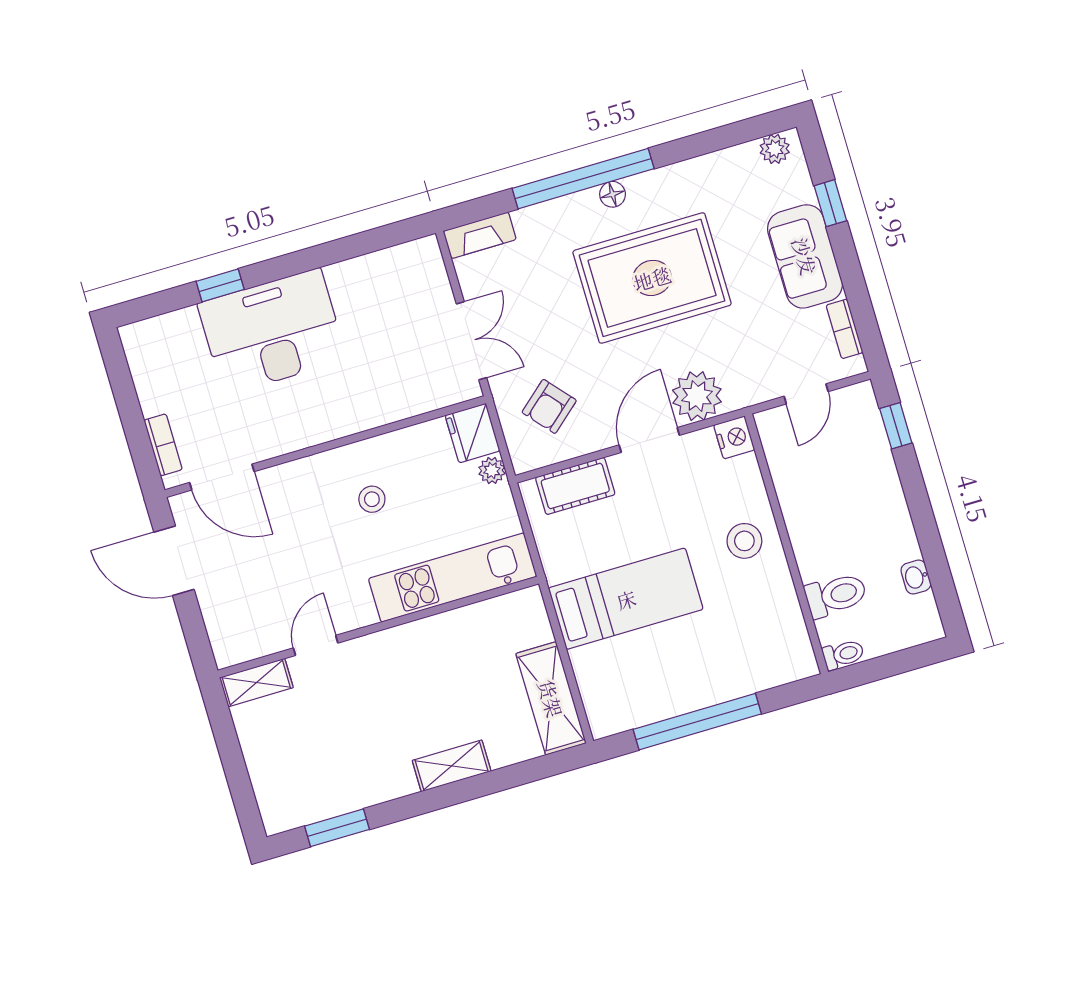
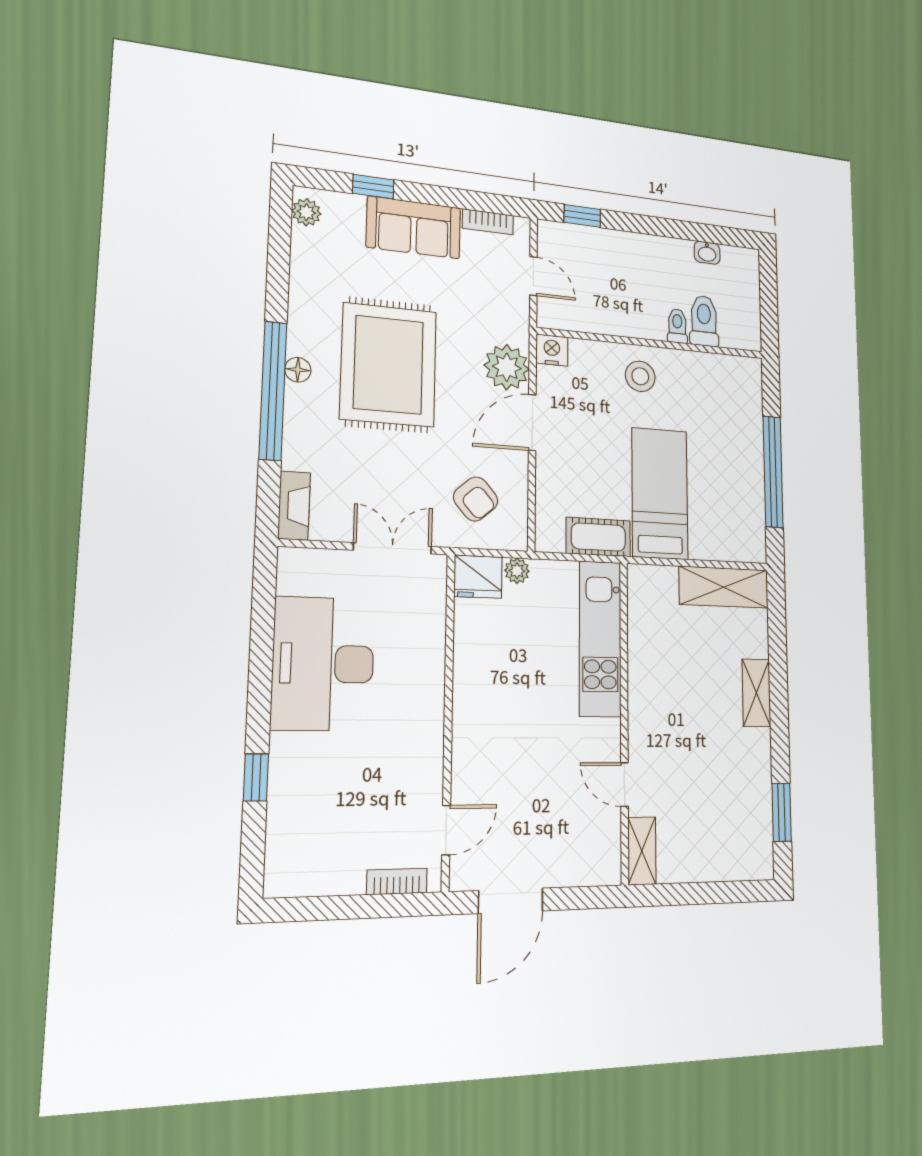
desk: (272, 332) -> (323, 664), moved
door: (649, 440) -> (532, 423), hinge flipped
door: (222, 477) -> (446, 830), width x0.73
cot: (575, 486) -> (598, 537), moved, turned 90
stool: (372, 499) -> (510, 690), removed
toilet: (843, 654) -> (677, 326), moved

